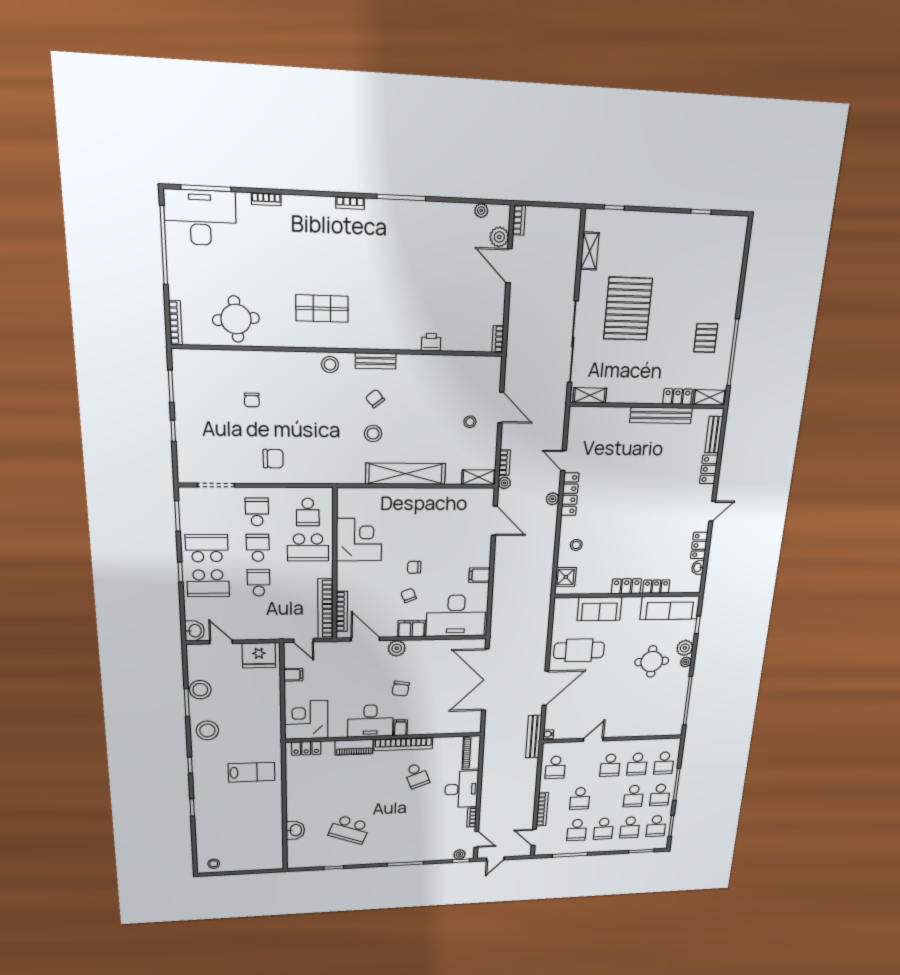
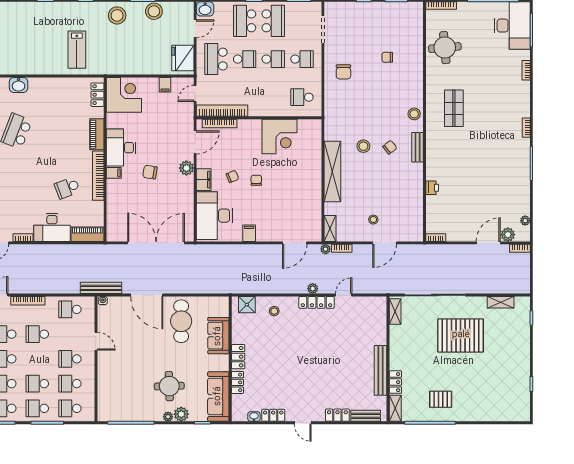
school desk: (308, 548) -> (216, 59), moved

